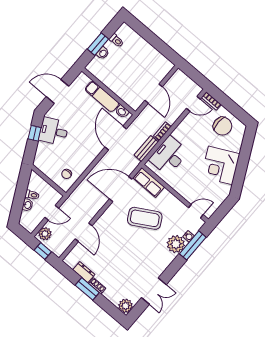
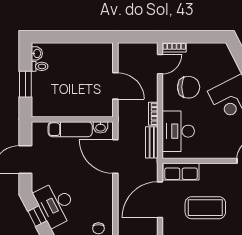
washbasin: (103, 53) -> (37, 53), moved
chair: (222, 126) -> (189, 87), moved
desk: (54, 131) -> (56, 204), width x1.37
coffee table: (145, 218) -> (205, 208), turned 30

